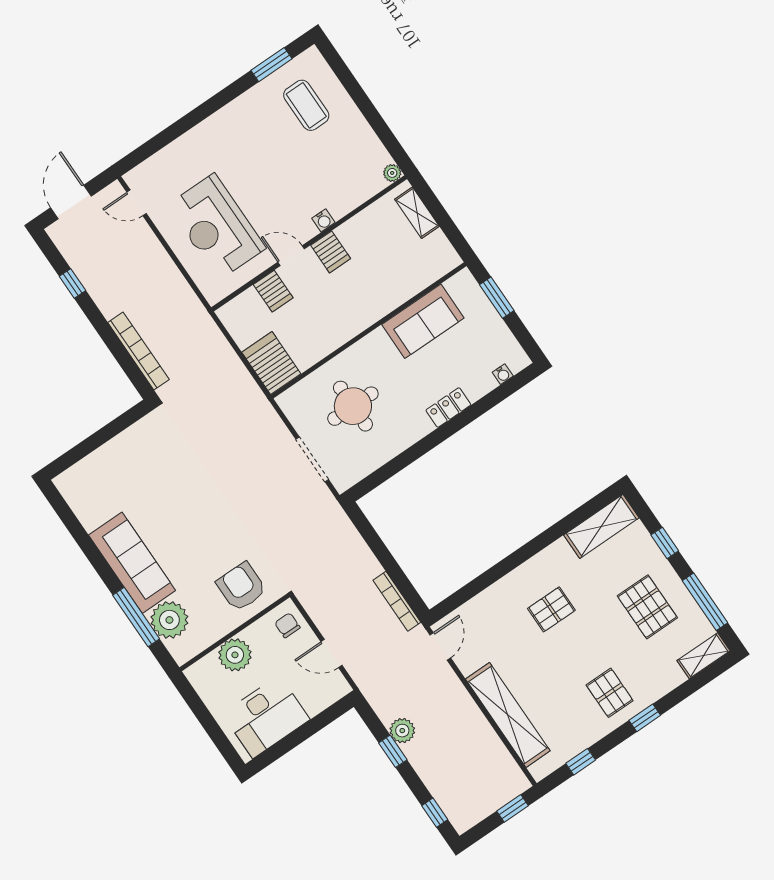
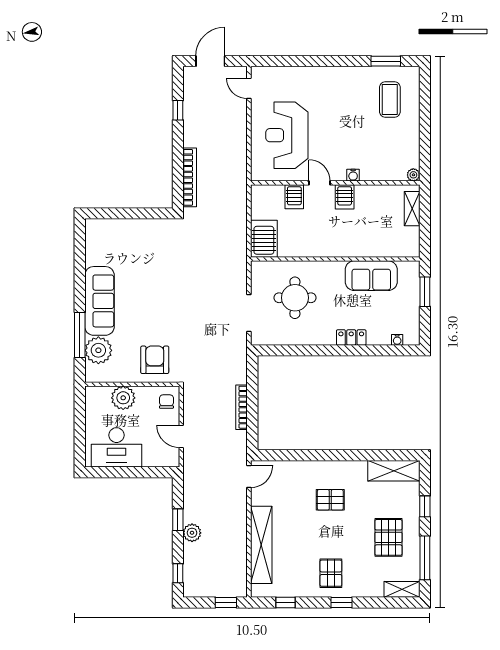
bookcase: (397, 601) -> (242, 407), moved
plant: (402, 731) -> (192, 533), moved

